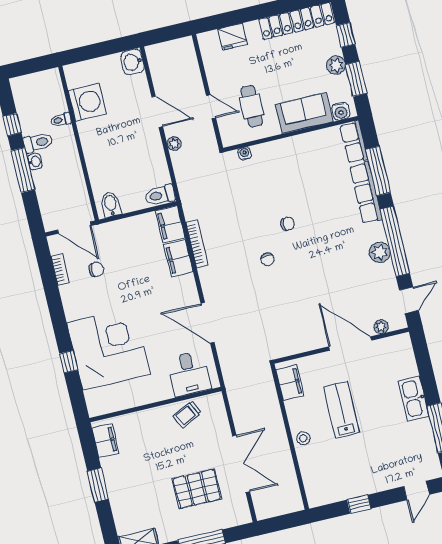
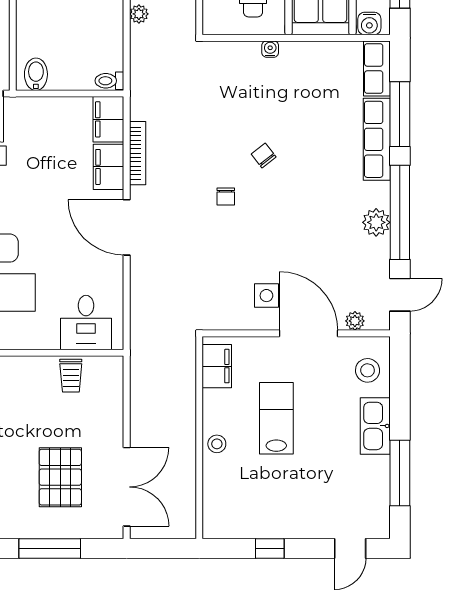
water cooler: (245, 153) -> (270, 49), moved
toilet: (160, 195) -> (109, 81), width x0.73, depth x0.72
chair: (288, 224) -> (264, 155), turned -128
door: (207, 323) -> (127, 227), moved
side table: (313, 324) -> (266, 296), added
stool: (399, 360) -> (368, 370), added
trolley: (187, 414) -> (71, 376), turned -64
double door: (241, 464) -> (127, 487), moved
pallet: (197, 489) -> (60, 477), turned 90

